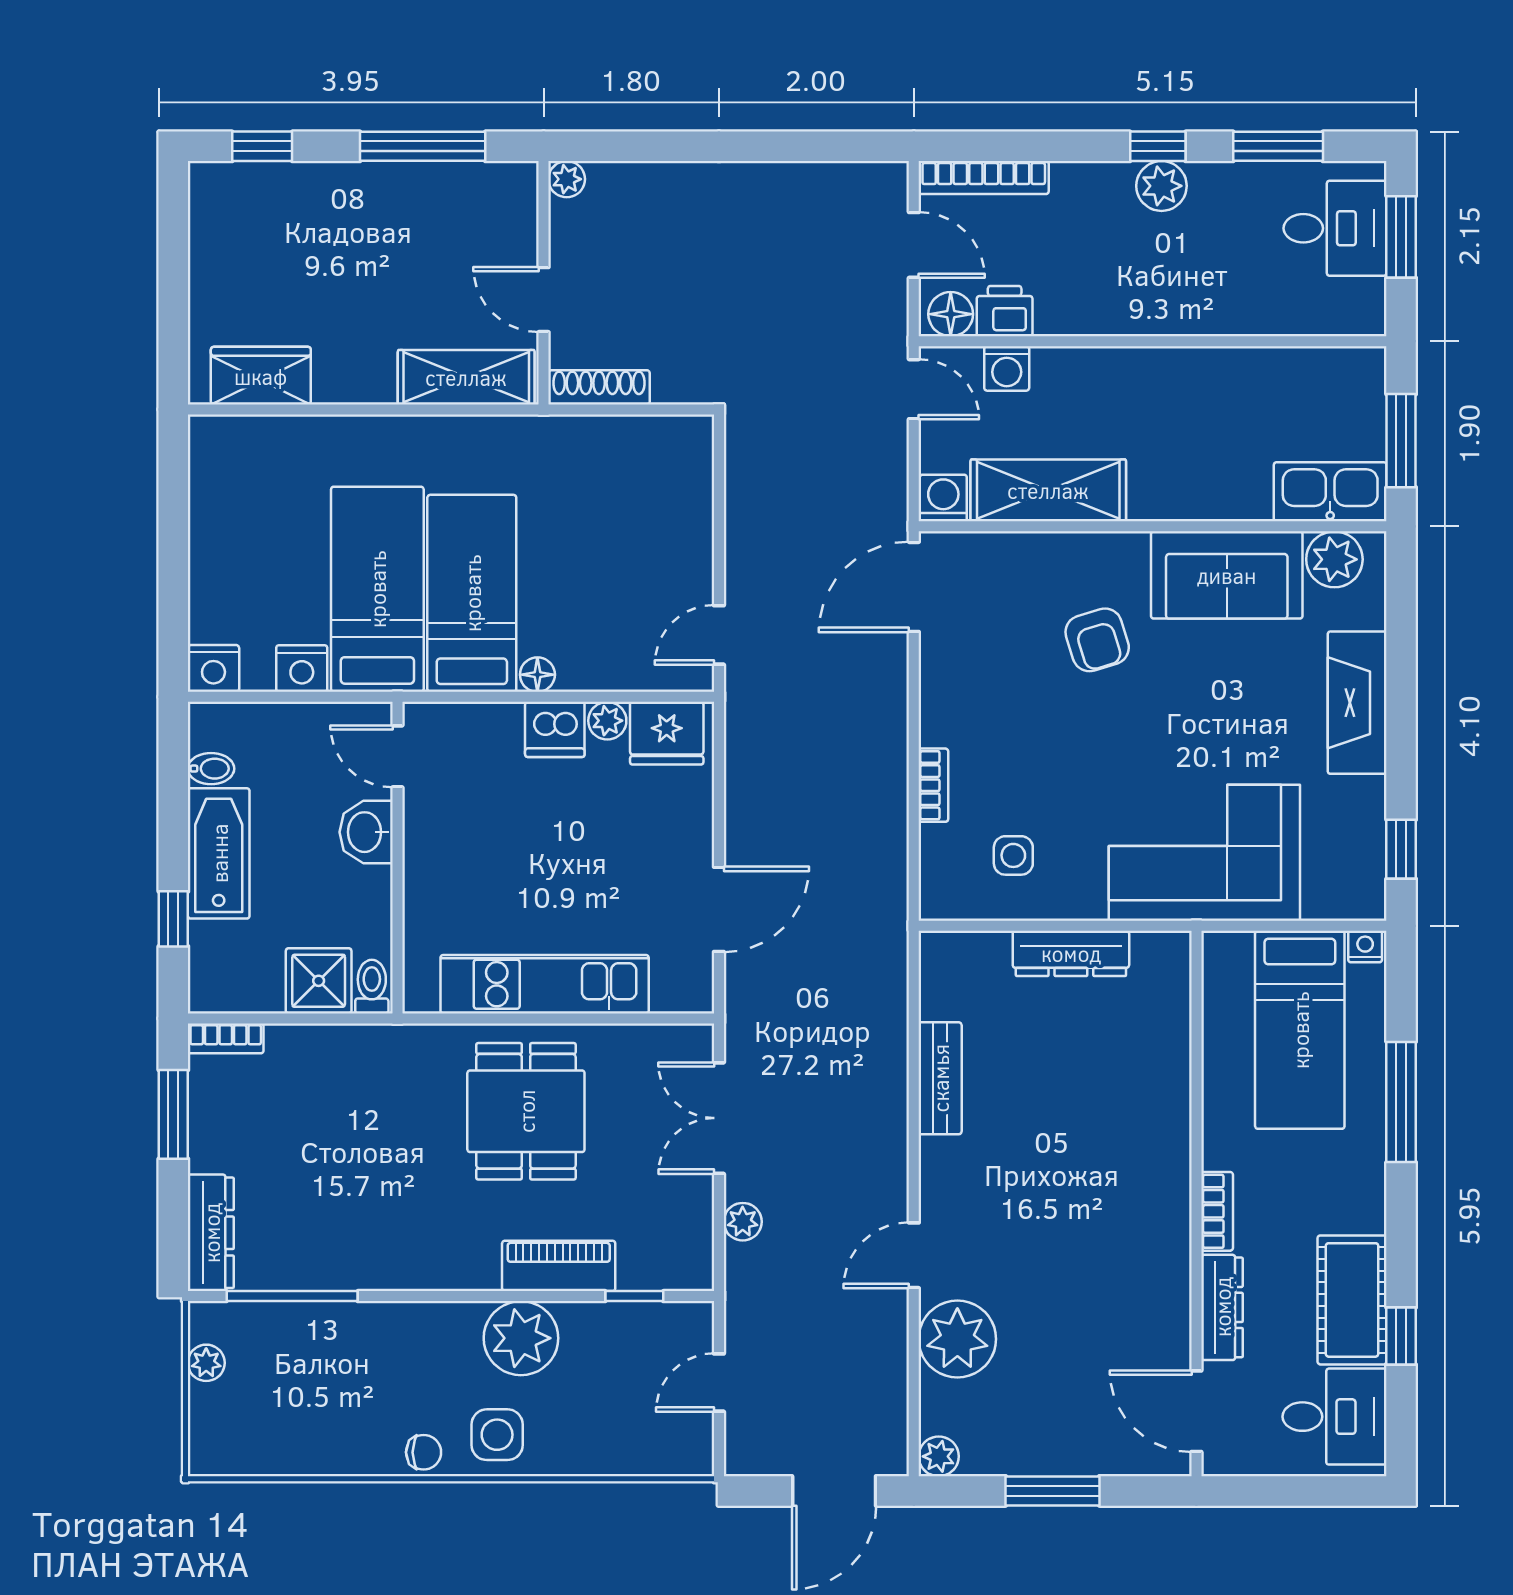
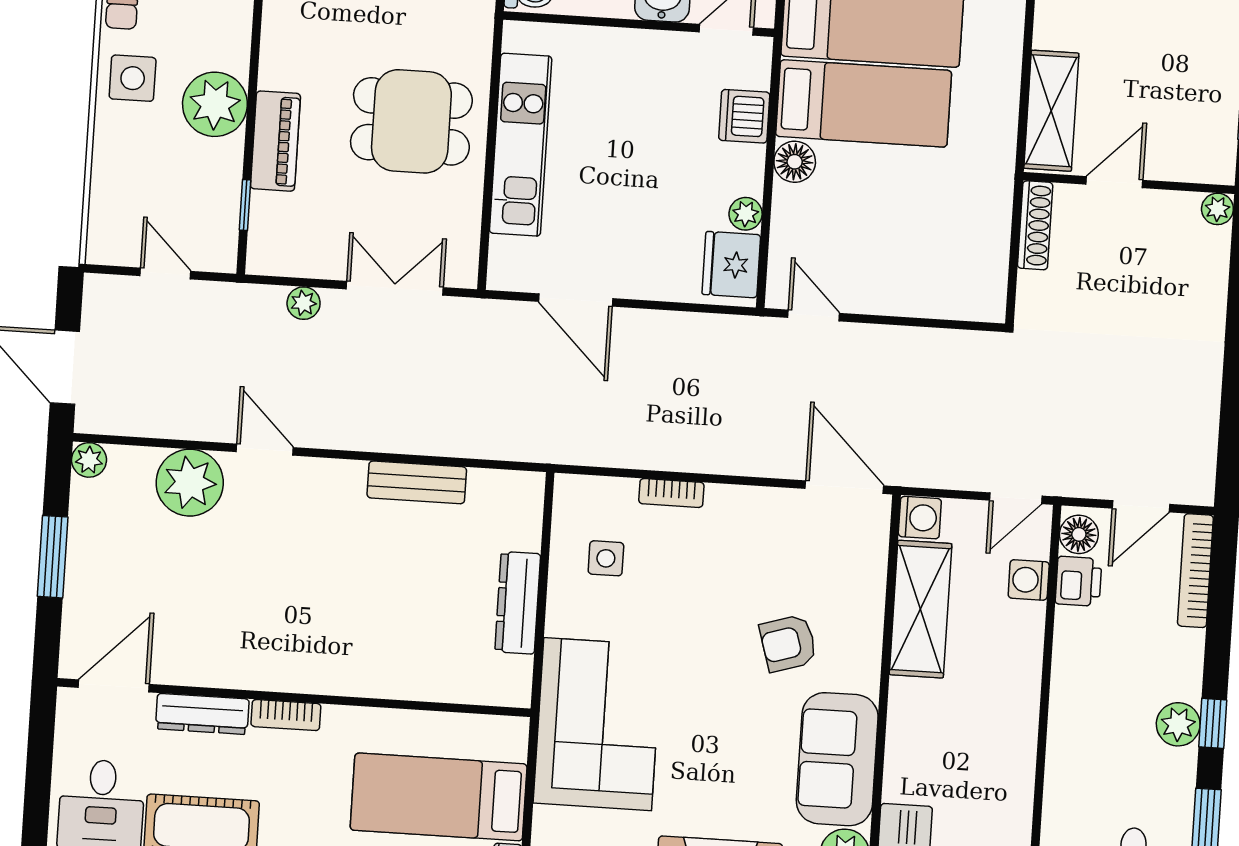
floor lamp: (537, 675) -> (795, 162), width x1.37, depth x1.37
dishwasher: (555, 729) -> (744, 116), moved

